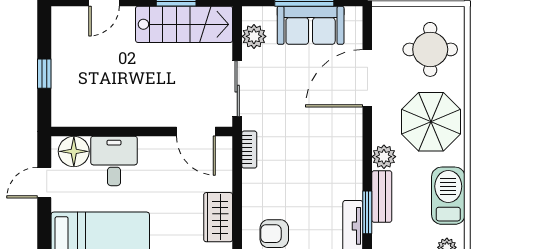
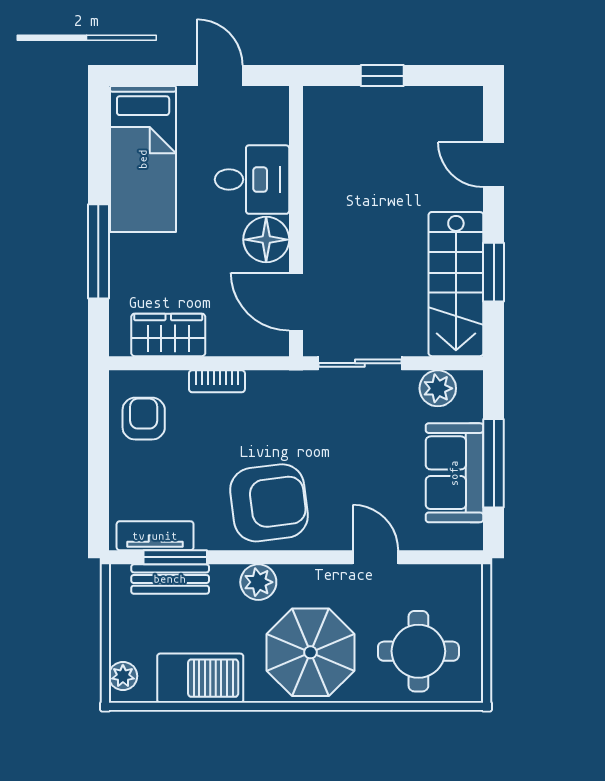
door: (367, 78) -> (376, 557), width x0.53
door: (196, 132) -> (296, 302), hinge flipped
bookcase: (249, 150) -> (217, 381), moved
armchair: (331, 150) -> (269, 503), added
floor lamp: (74, 151) -> (266, 240), moved
bench: (382, 197) -> (170, 579), moved

